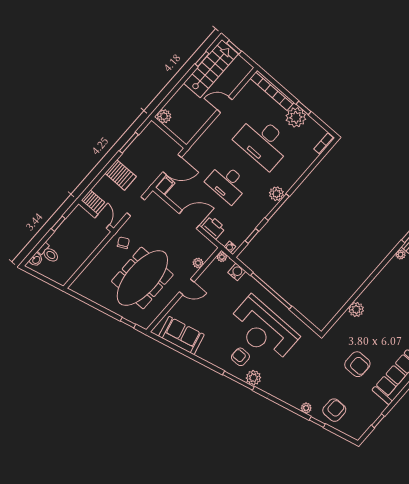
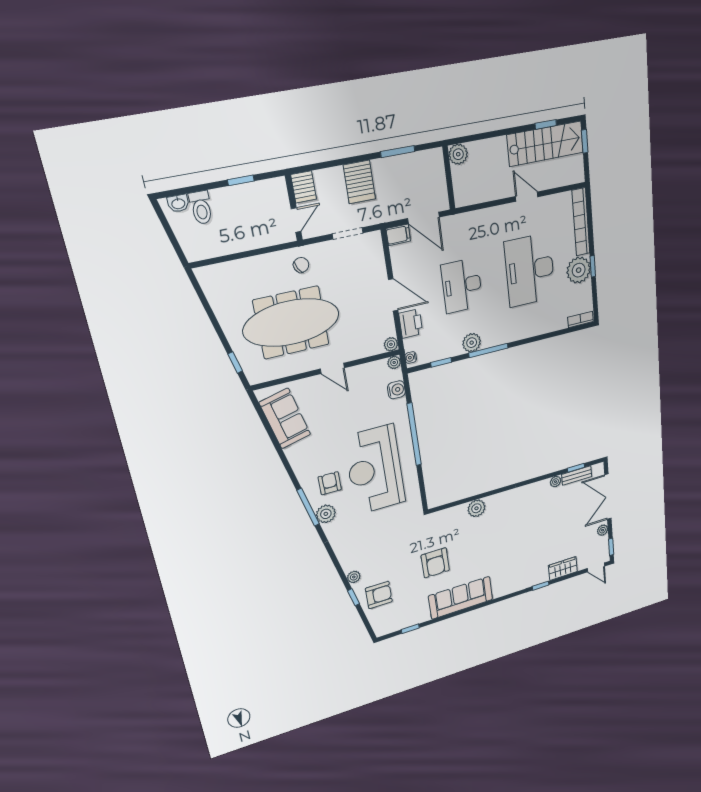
plant: (276, 194) -> (472, 343), moved
plant: (198, 263) -> (391, 344), moved

